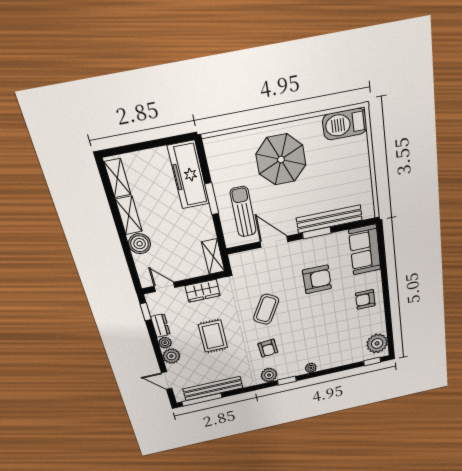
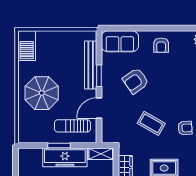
freezer: (189, 175) -> (65, 157), moved
armchair: (317, 279) -> (136, 81), turned -125

